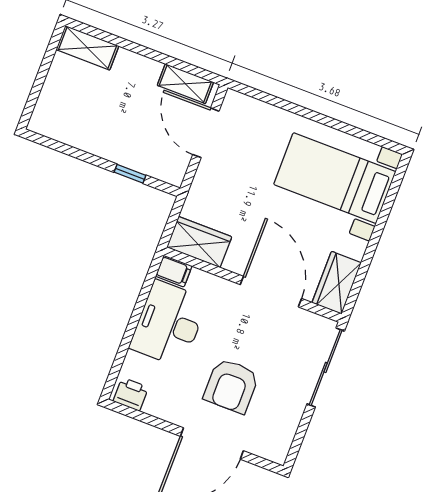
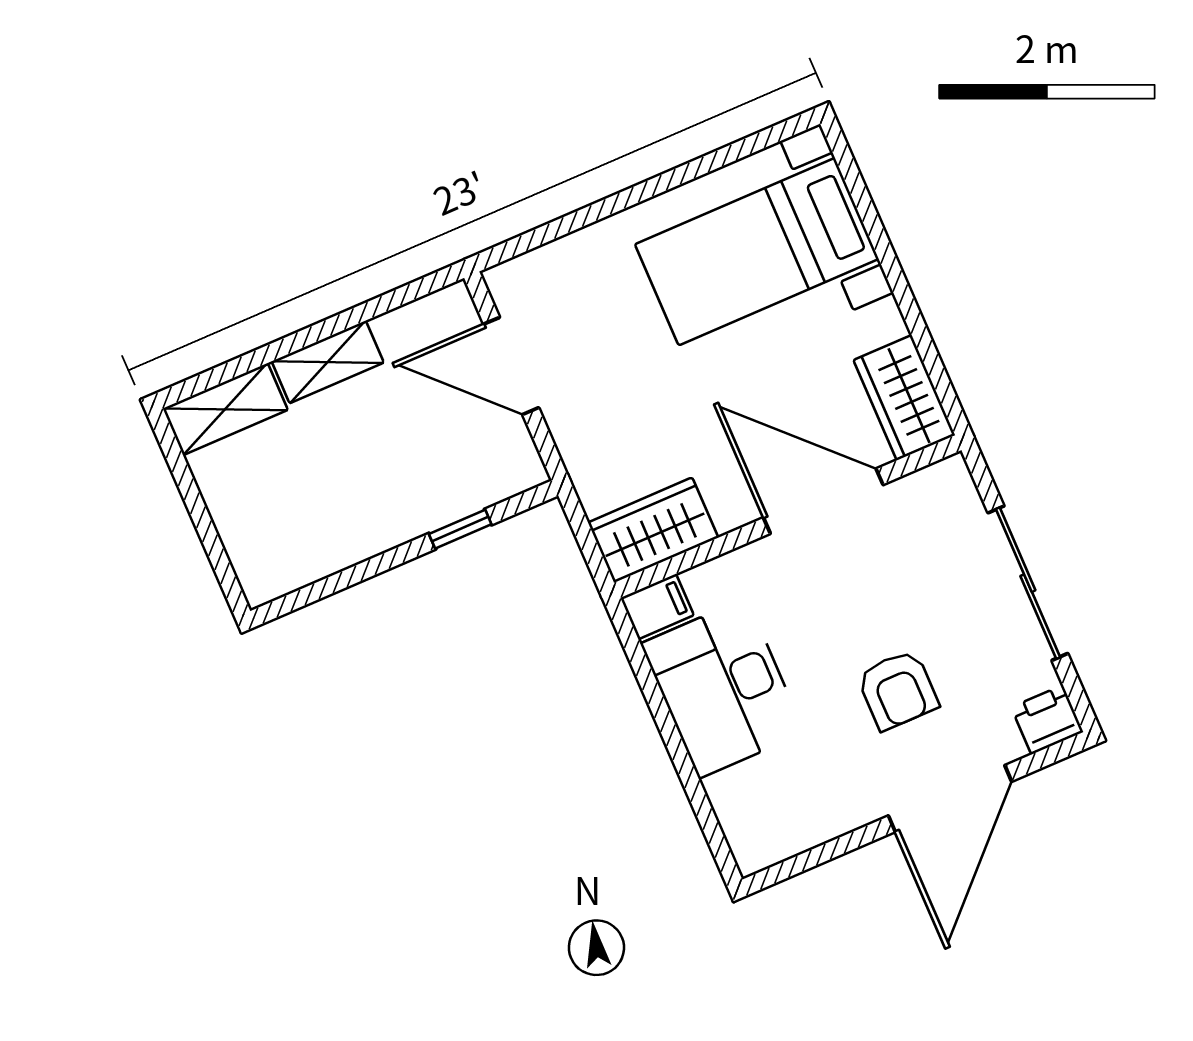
shelving: (185, 84) -> (328, 362), moved
sliding door: (326, 367) -> (1028, 583), moved
armchair: (231, 386) -> (898, 690), width x0.72, depth x0.72
printer: (131, 394) -> (1047, 720), moved

